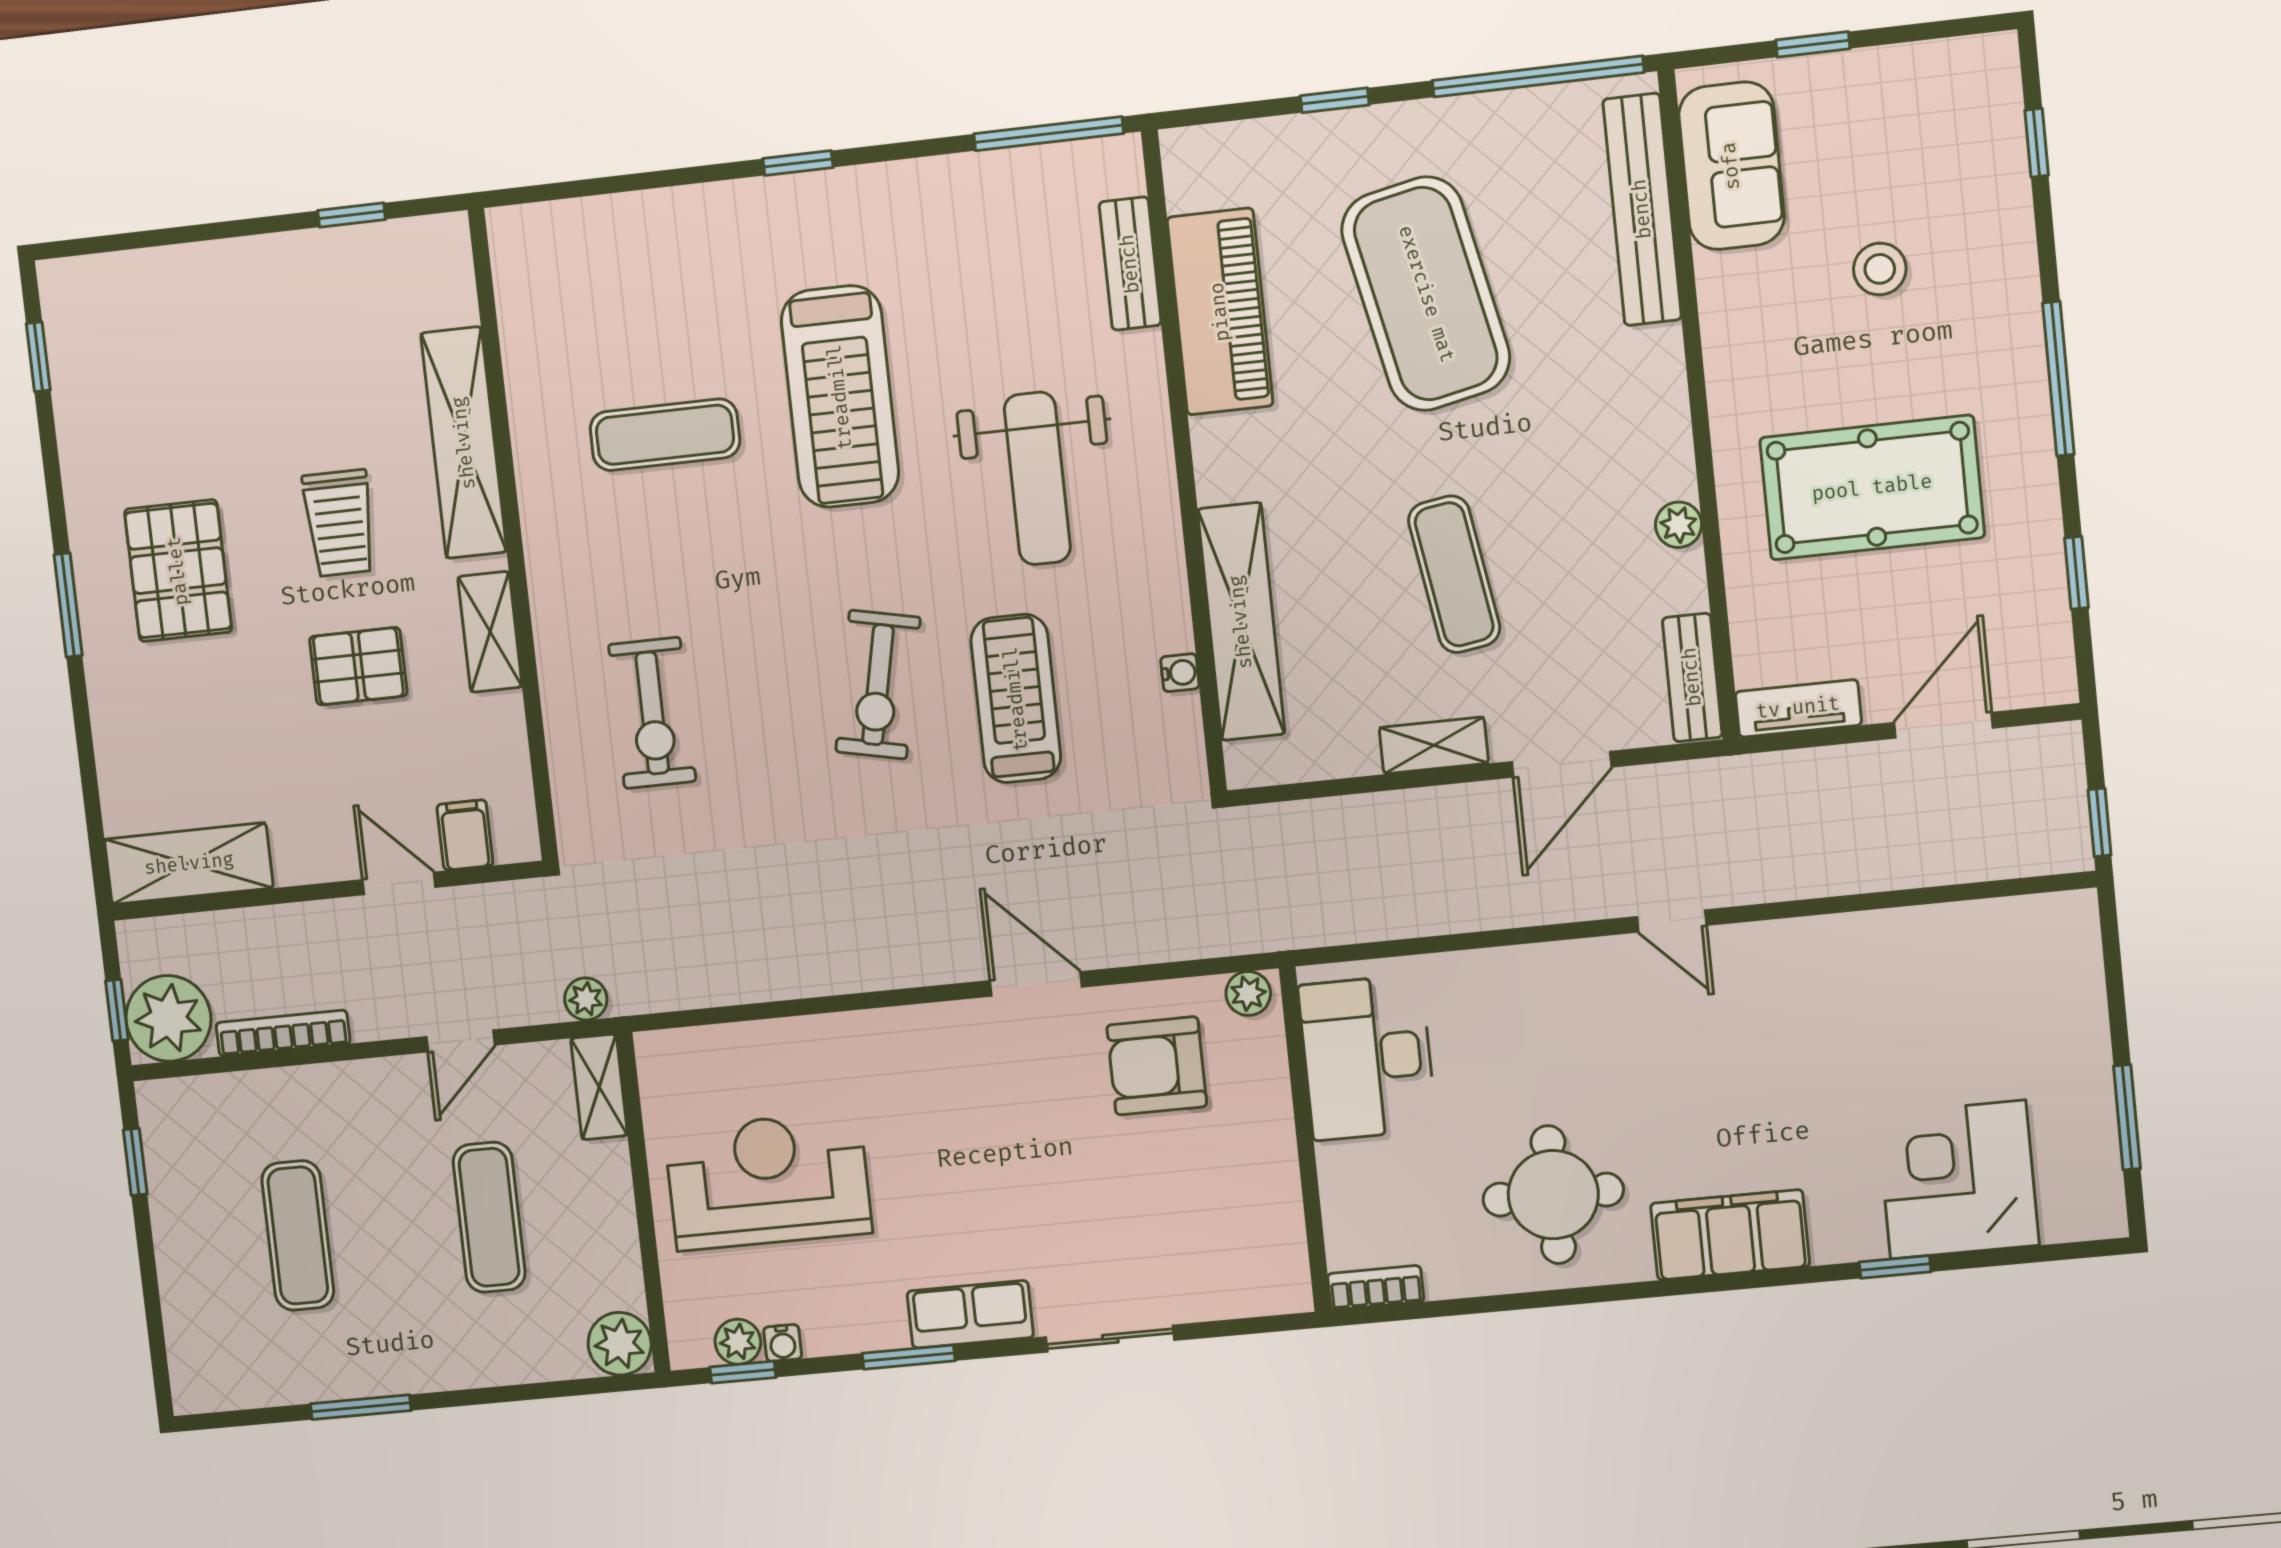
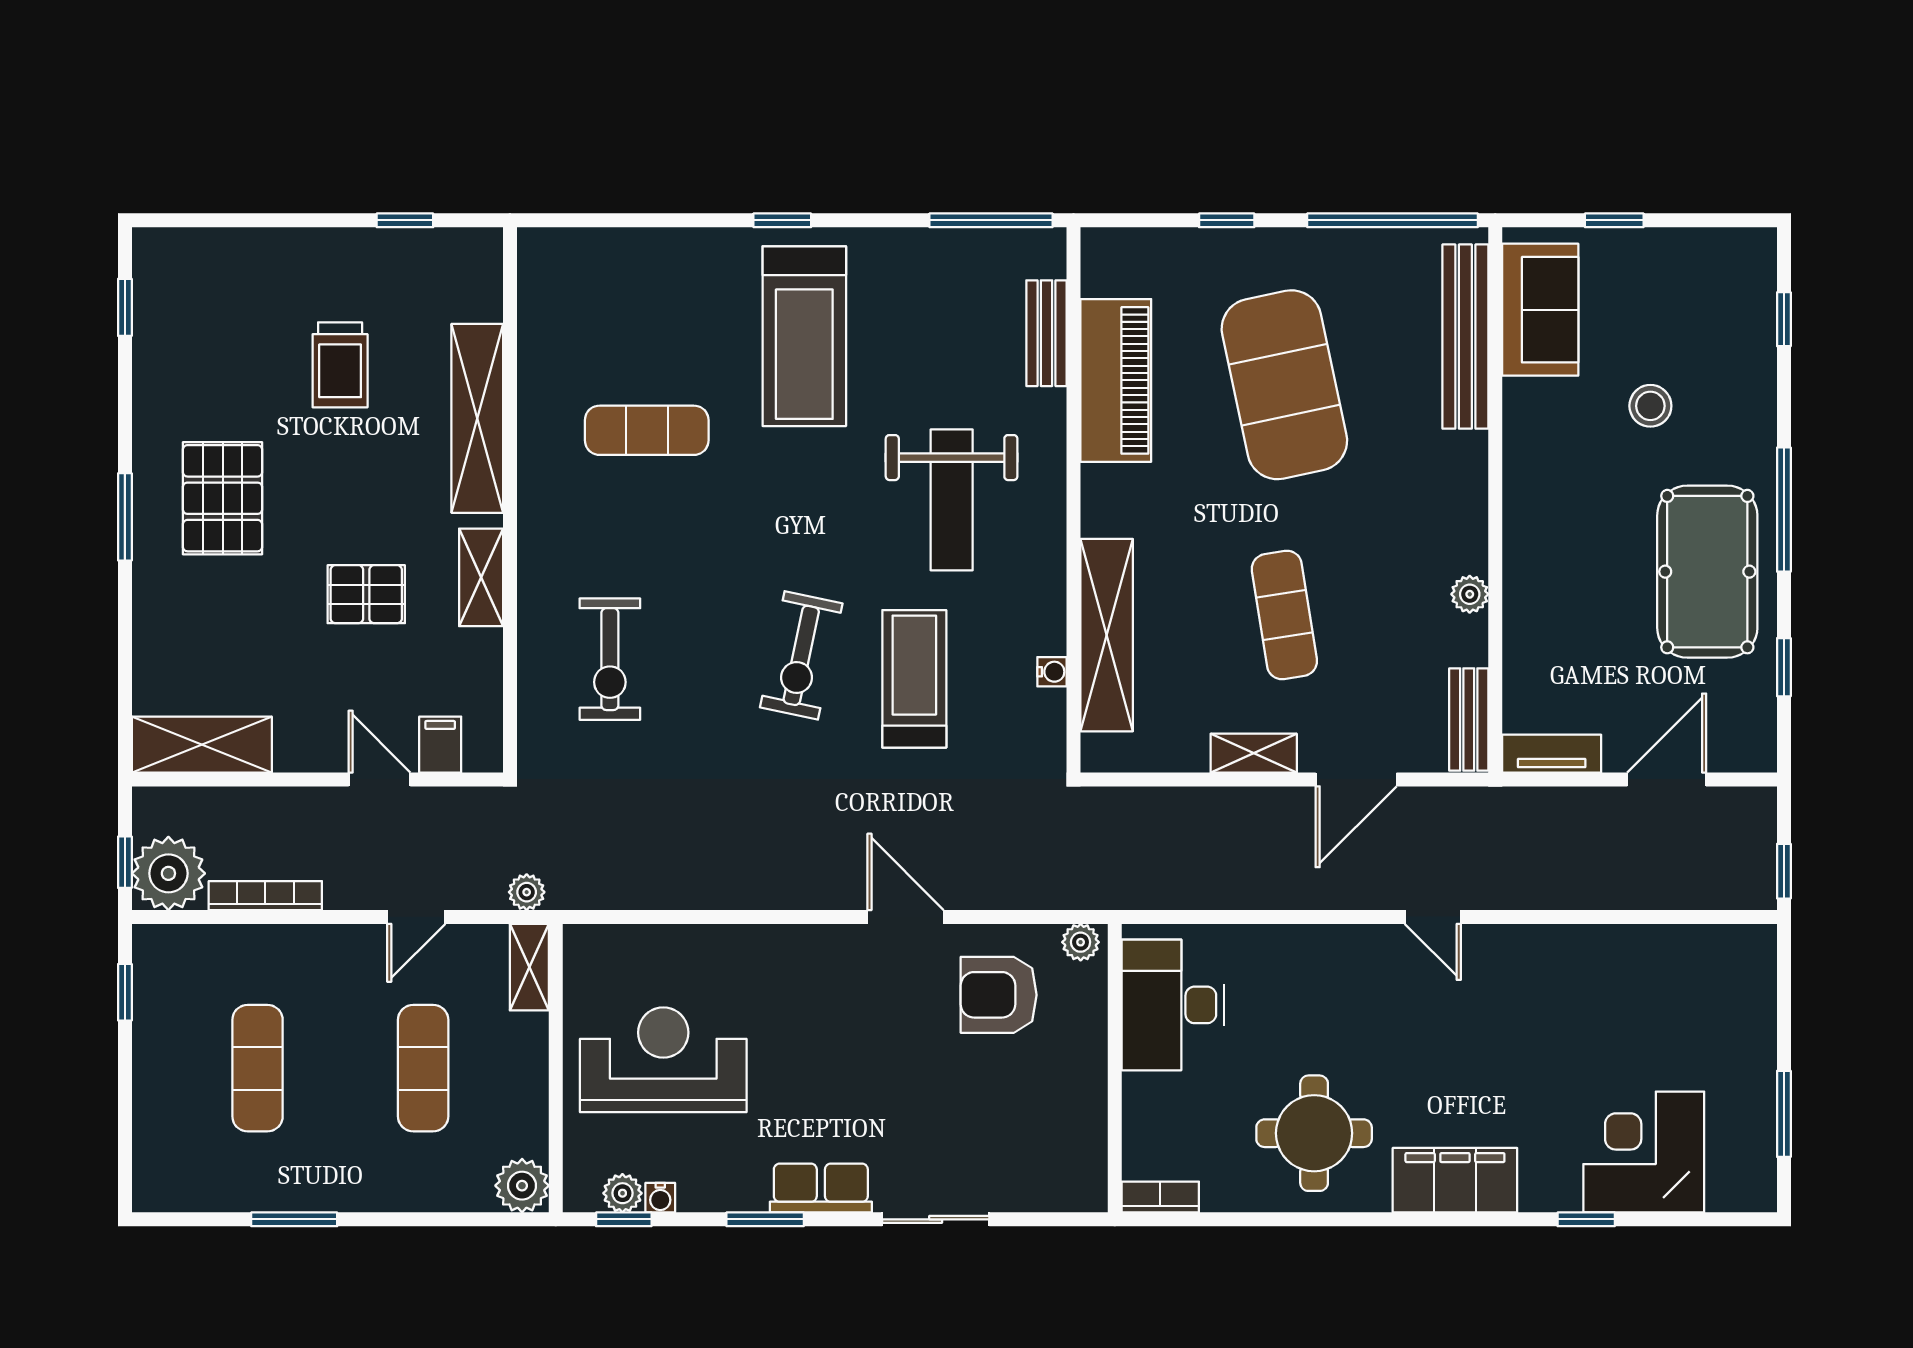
treadmill: (840, 397) -> (804, 336), moved
pool table: (1872, 488) -> (1707, 572), moved, turned 90
trolley: (339, 523) -> (340, 365), moved

